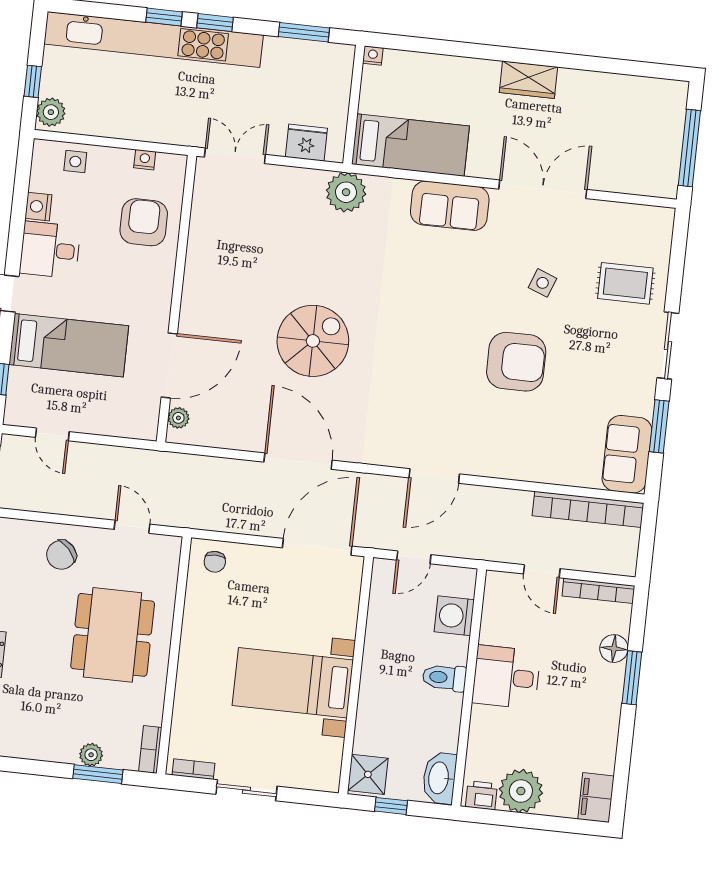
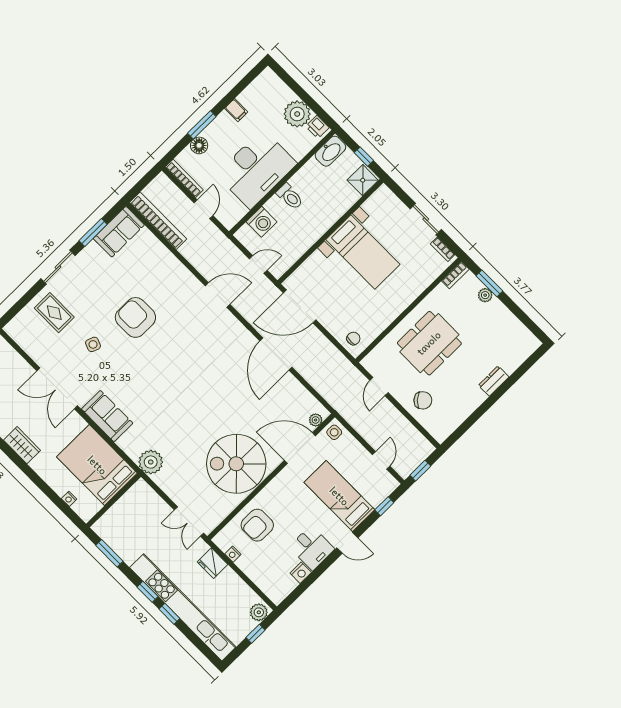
nightstand: (373, 56) -> (69, 499), moved
fridge: (306, 143) -> (212, 563), moved
bed: (410, 145) -> (97, 465), width x1.50
side table: (75, 162) -> (334, 432), moved
spiral stairs: (313, 341) -> (236, 464), moved, width x1.37, depth x1.37
desk: (506, 677) -> (256, 169), width x1.87, depth x1.30
filing cabinet: (596, 798) -> (236, 110), moved, width x0.50

